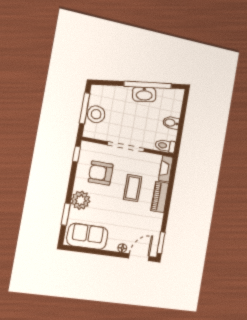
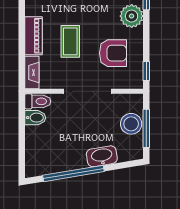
washbasin: (144, 94) -> (102, 156), moved
bidet: (171, 123) -> (35, 118), moved

